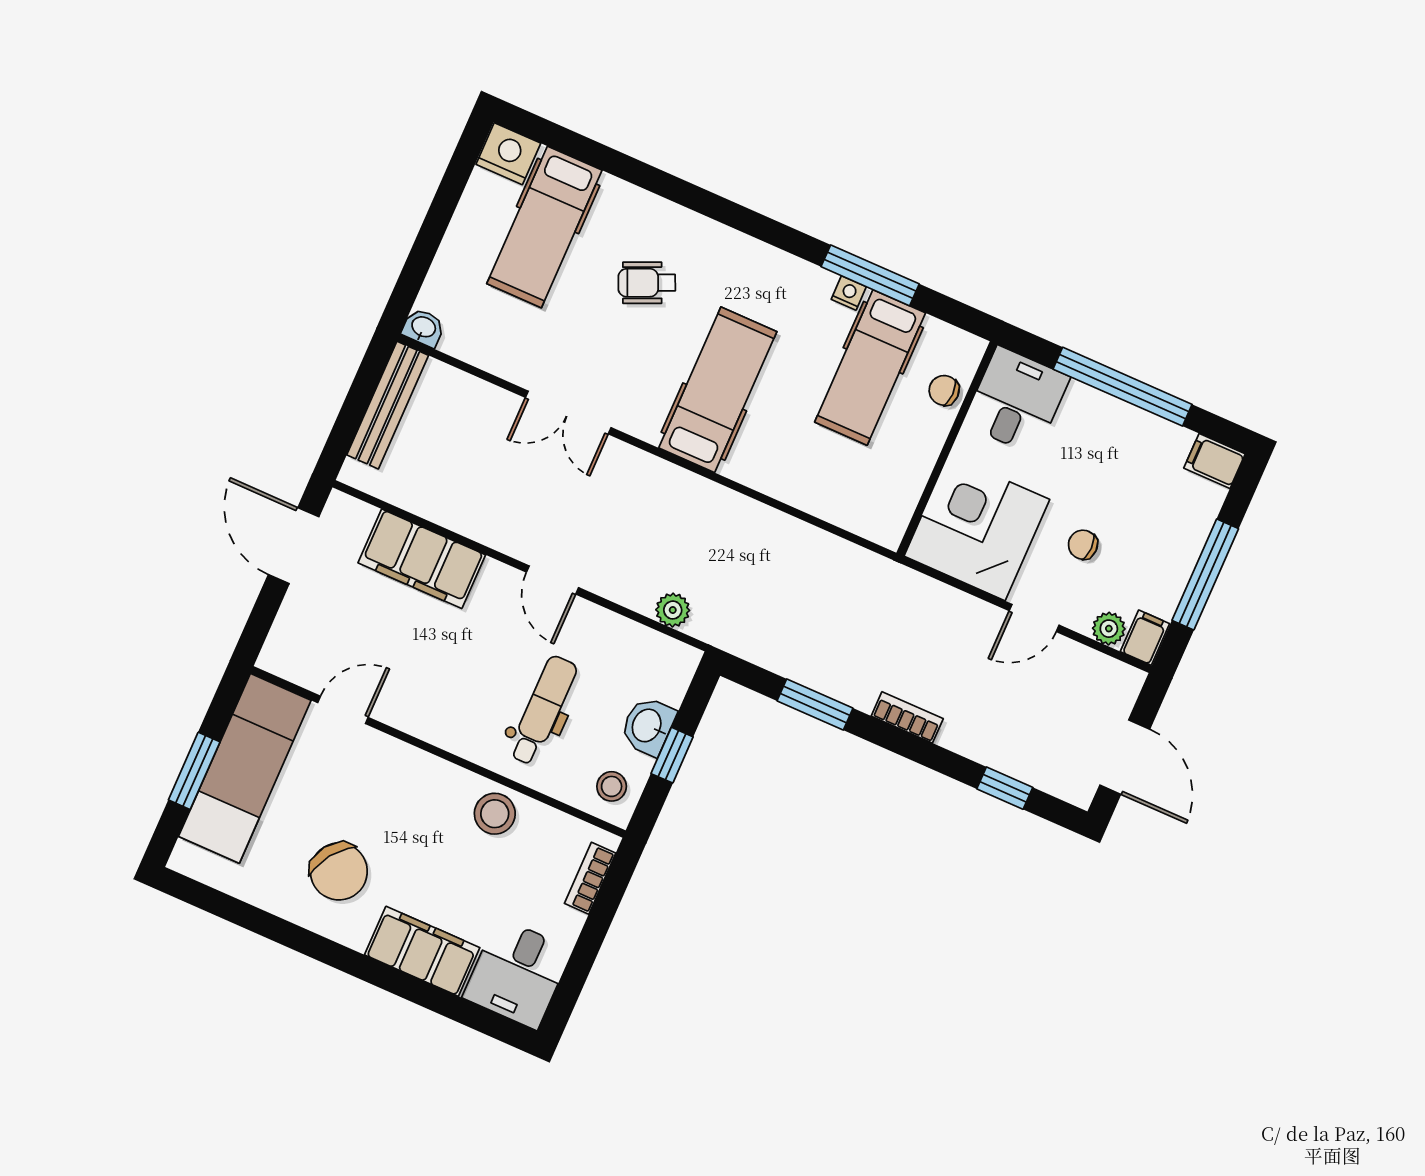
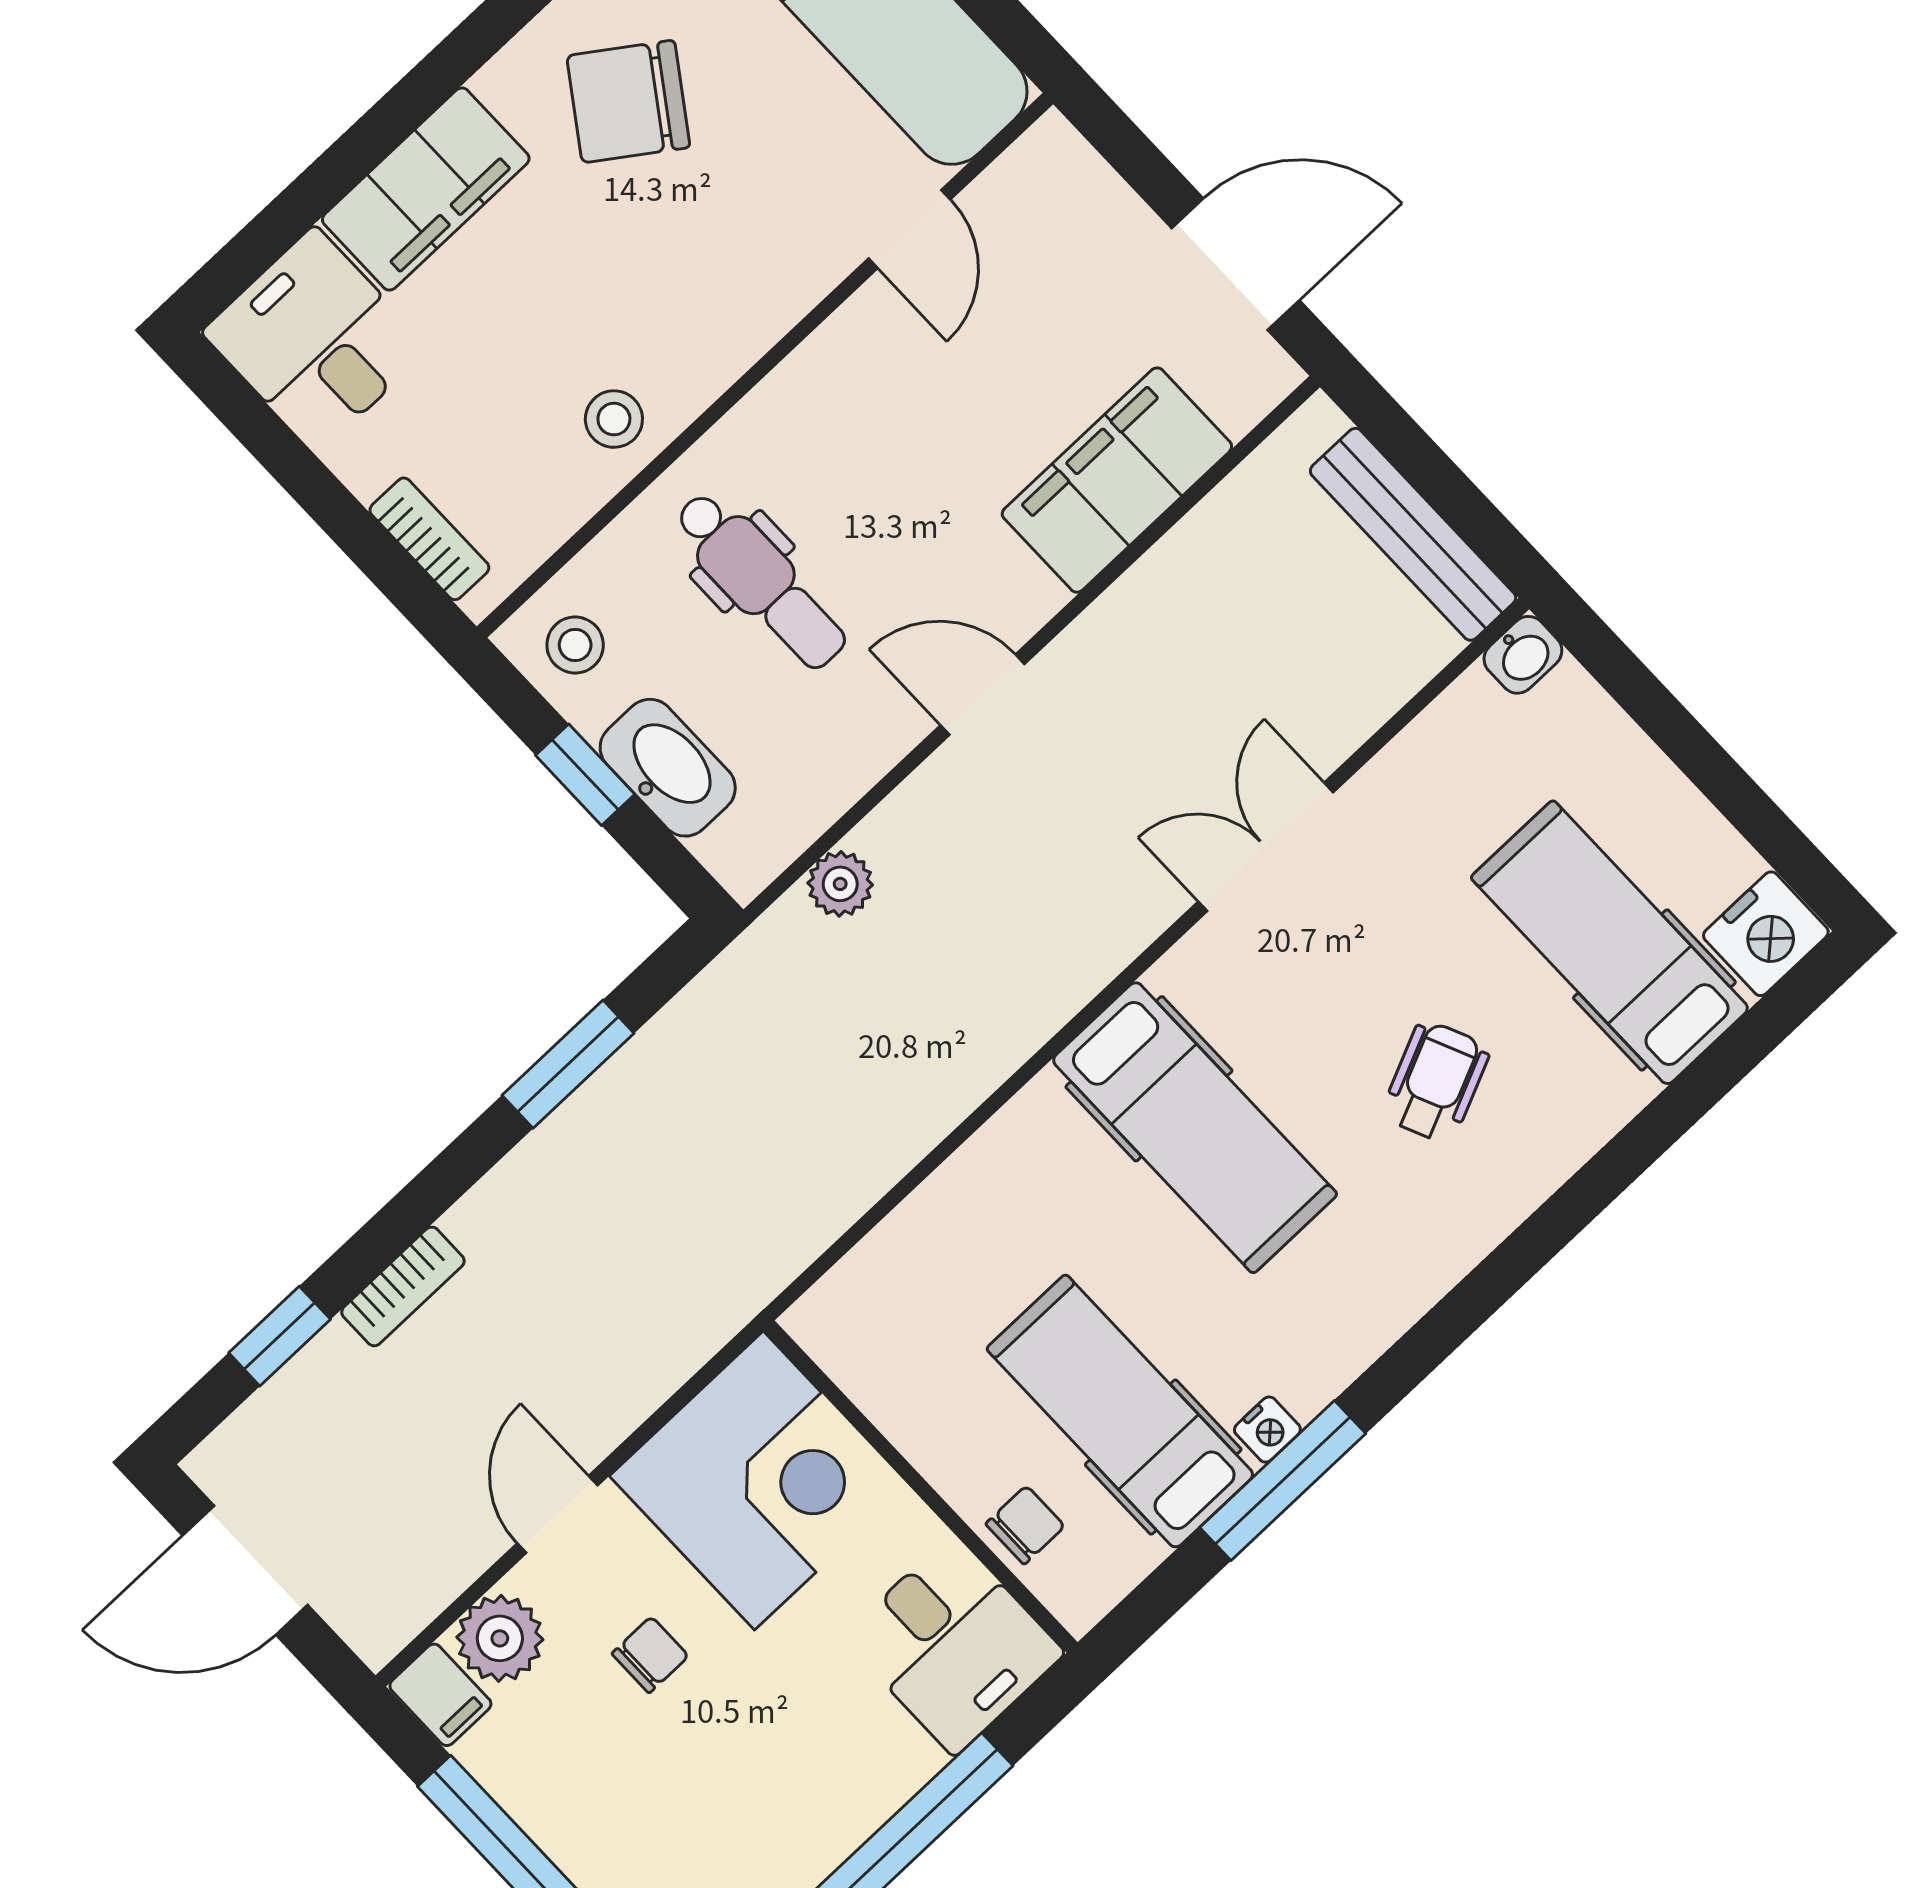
plant: (1109, 629) -> (500, 1638), width x1.38, depth x1.38
bookcase: (907, 717) -> (403, 1286), moved
washbasin: (648, 726) -> (668, 768), width x1.38
stool: (495, 814) -> (614, 419), width x0.73, depth x0.73

